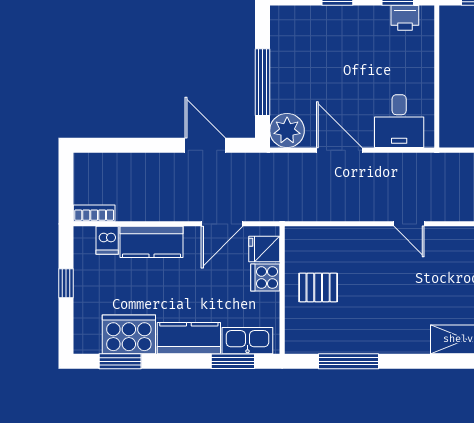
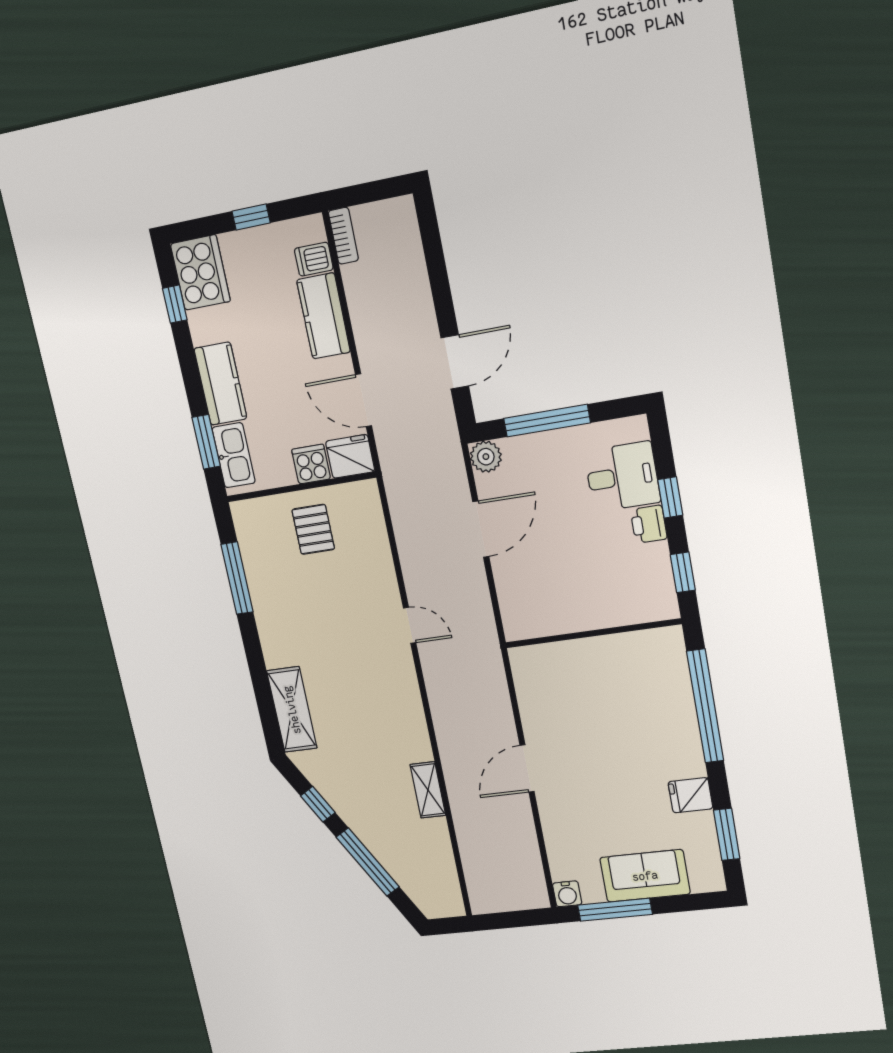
printer: (405, 18) -> (649, 524), moved
desk: (399, 121) -> (622, 477), moved, turned 180
plant: (287, 131) -> (486, 457), width x0.73, depth x0.73
door: (409, 224) -> (410, 625), swing flipped
fridge: (264, 249) -> (350, 456), width x1.38
cooker: (129, 334) -> (200, 273), moved
window: (120, 361) -> (175, 304), width x0.67

